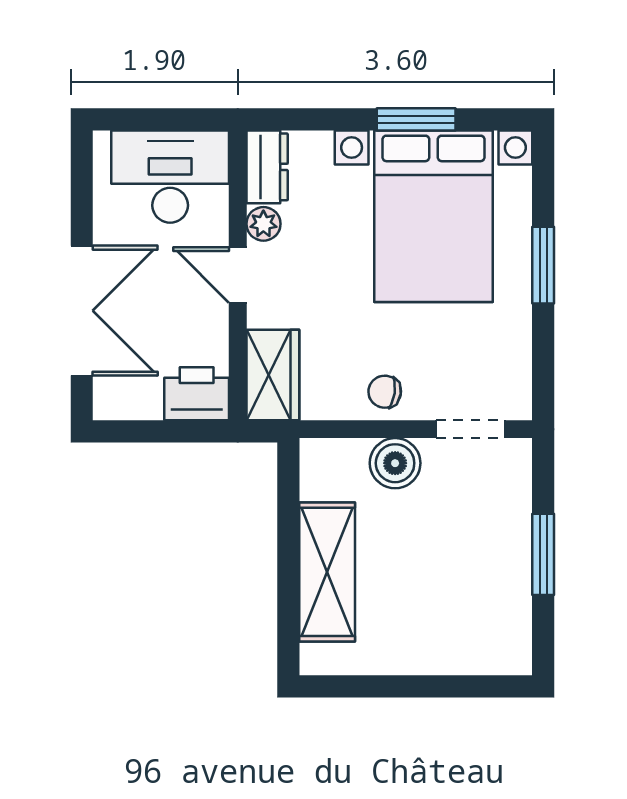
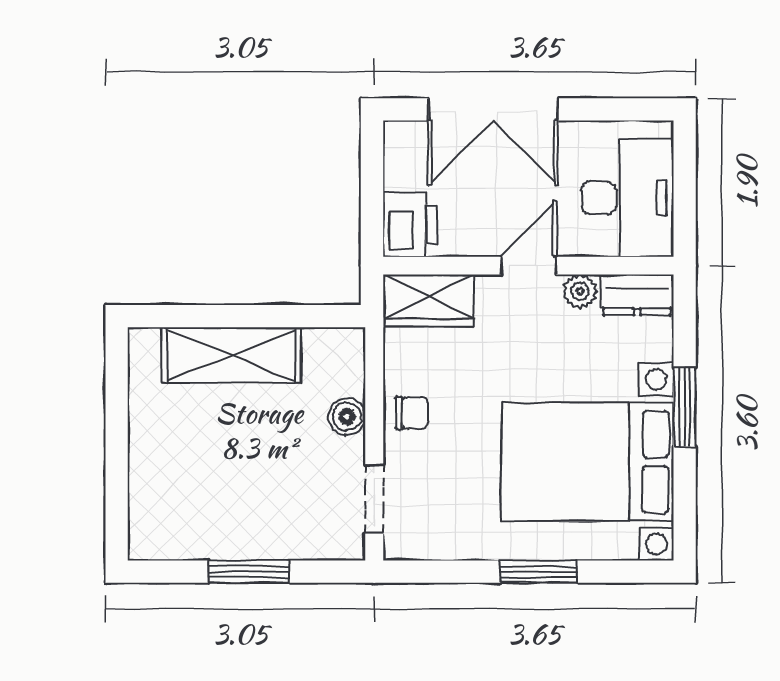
window: (416, 119) -> (685, 407), moved
chair: (385, 392) -> (412, 413), turned 82
boiler: (395, 463) -> (347, 417), width x0.73, depth x0.73

